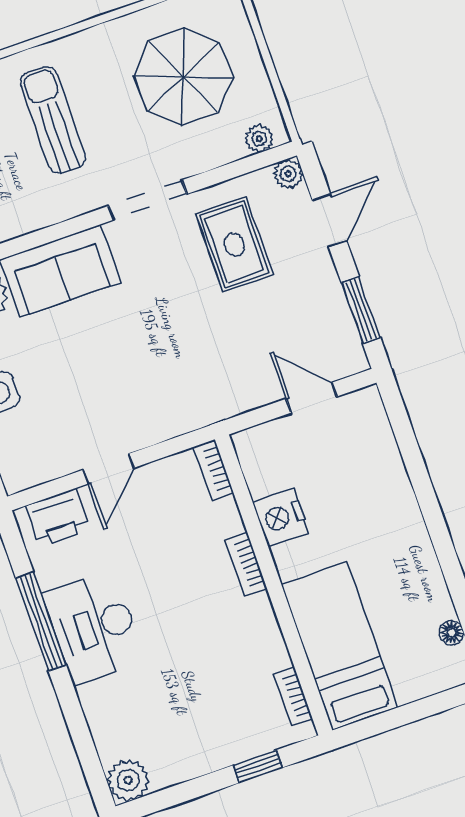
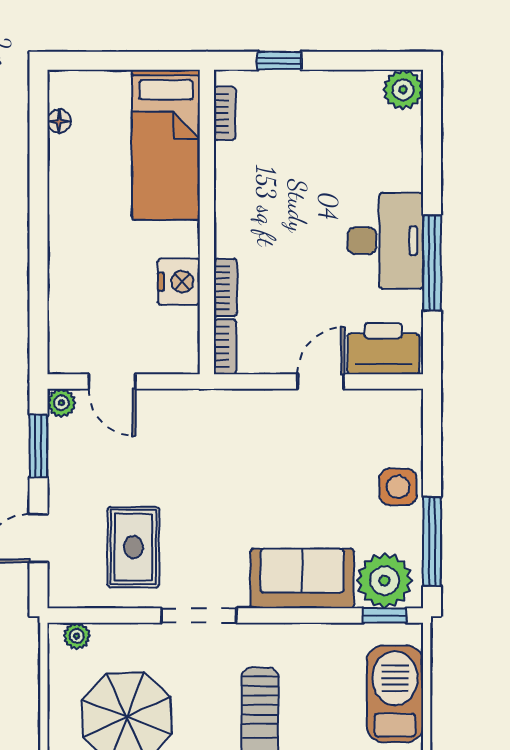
plant: (288, 174) -> (61, 403), moved
printer: (58, 518) -> (383, 349), width x1.37, depth x1.19
bookcase: (246, 564) -> (225, 287), moved

